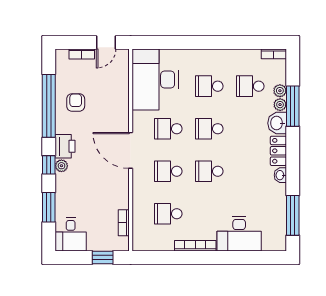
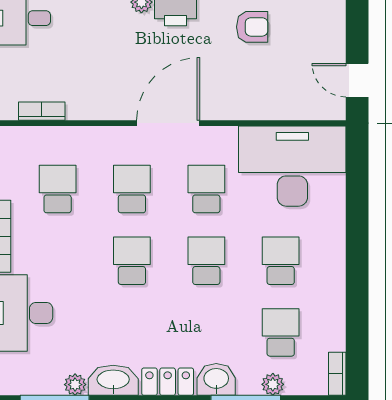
bookcase: (82, 54) -> (337, 38), removed
plant: (280, 105) -> (75, 385), moved
washbasin: (280, 175) -> (113, 380), width x1.91, depth x1.45

